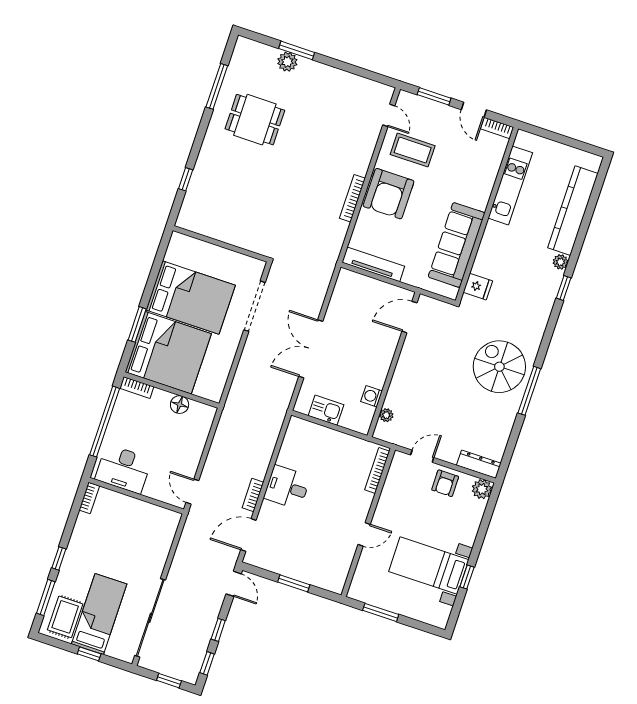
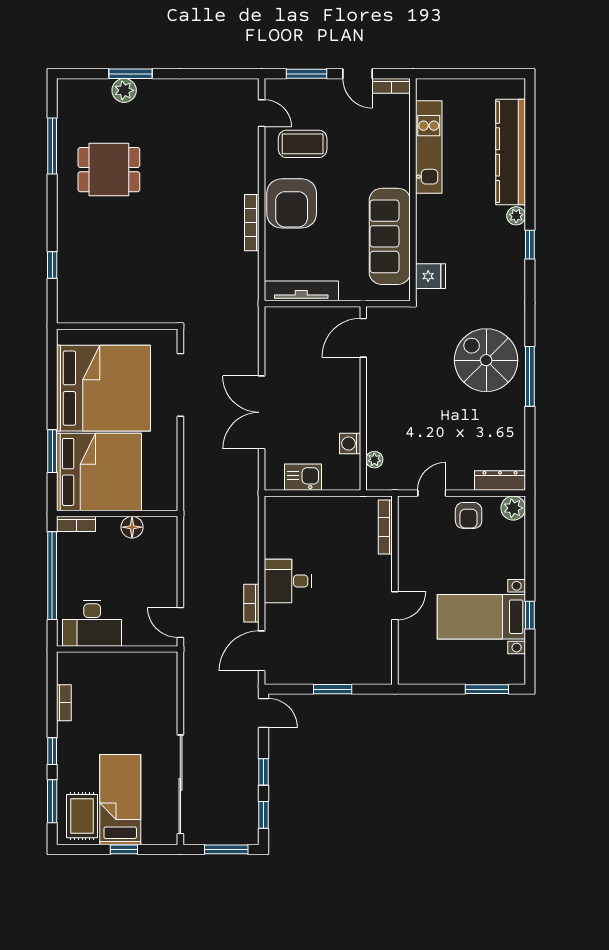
bed: (191, 298) -> (104, 388), width x1.36
bookcase: (89, 498) -> (64, 703), moved
window: (381, 612) -> (487, 689), moved
window: (169, 681) -> (226, 849), width x1.50

